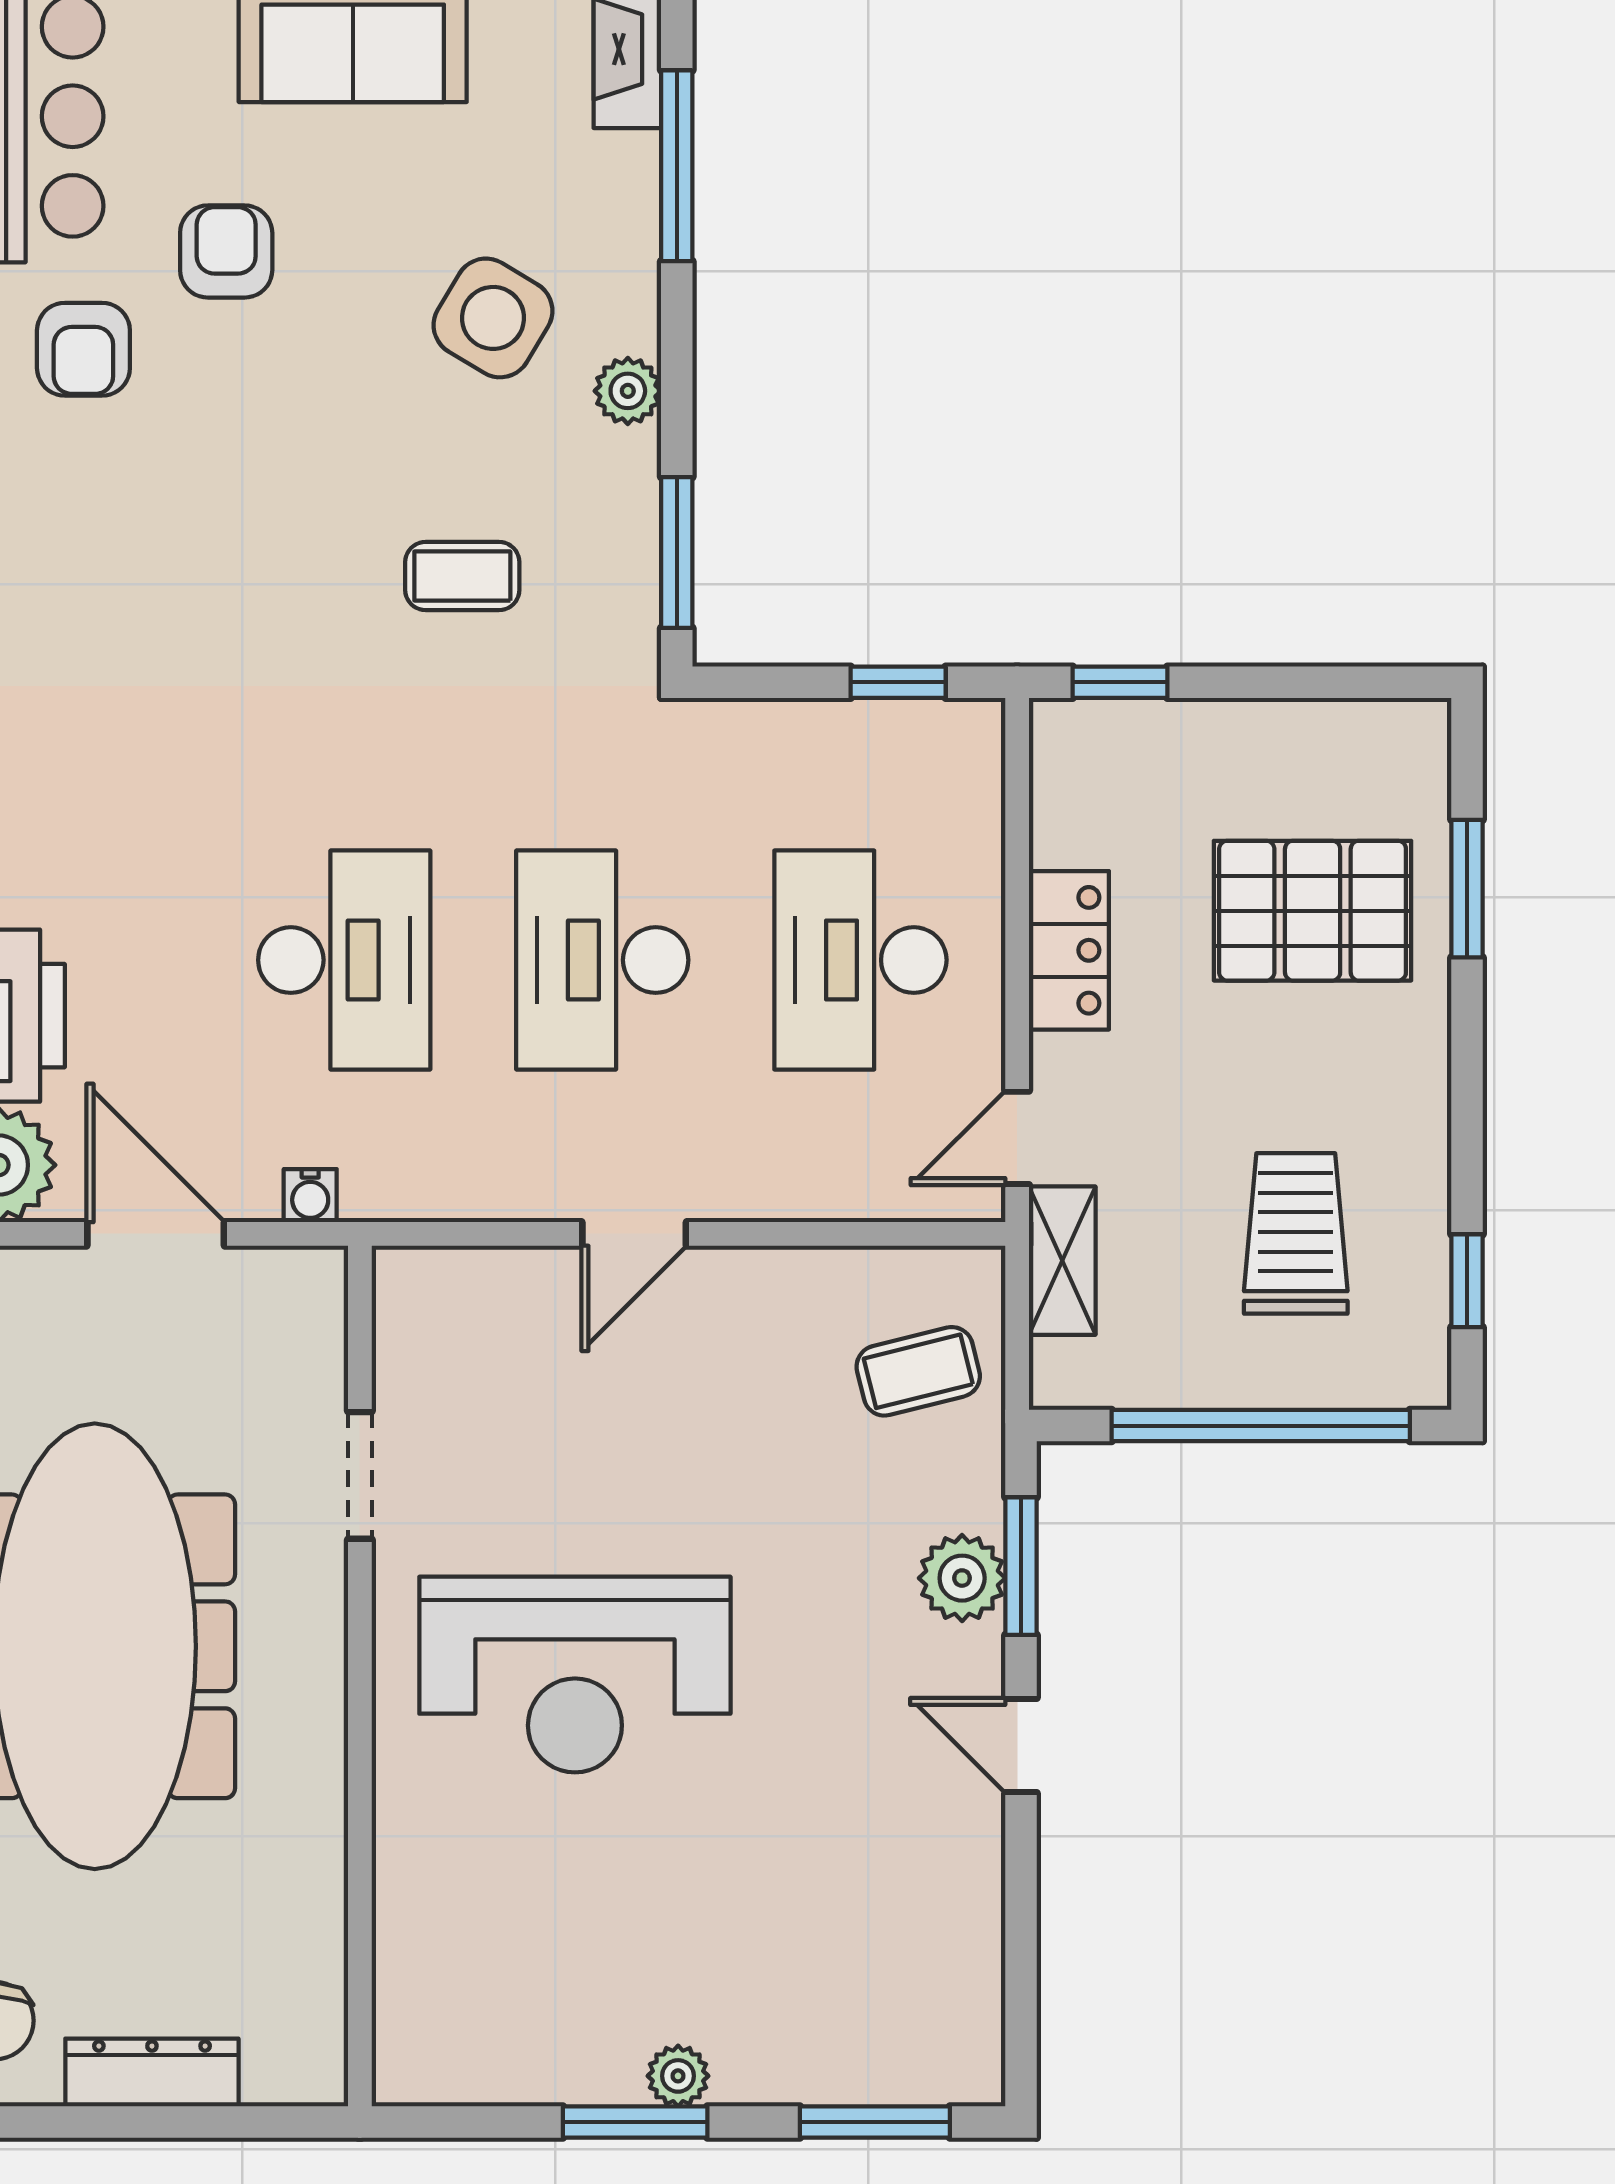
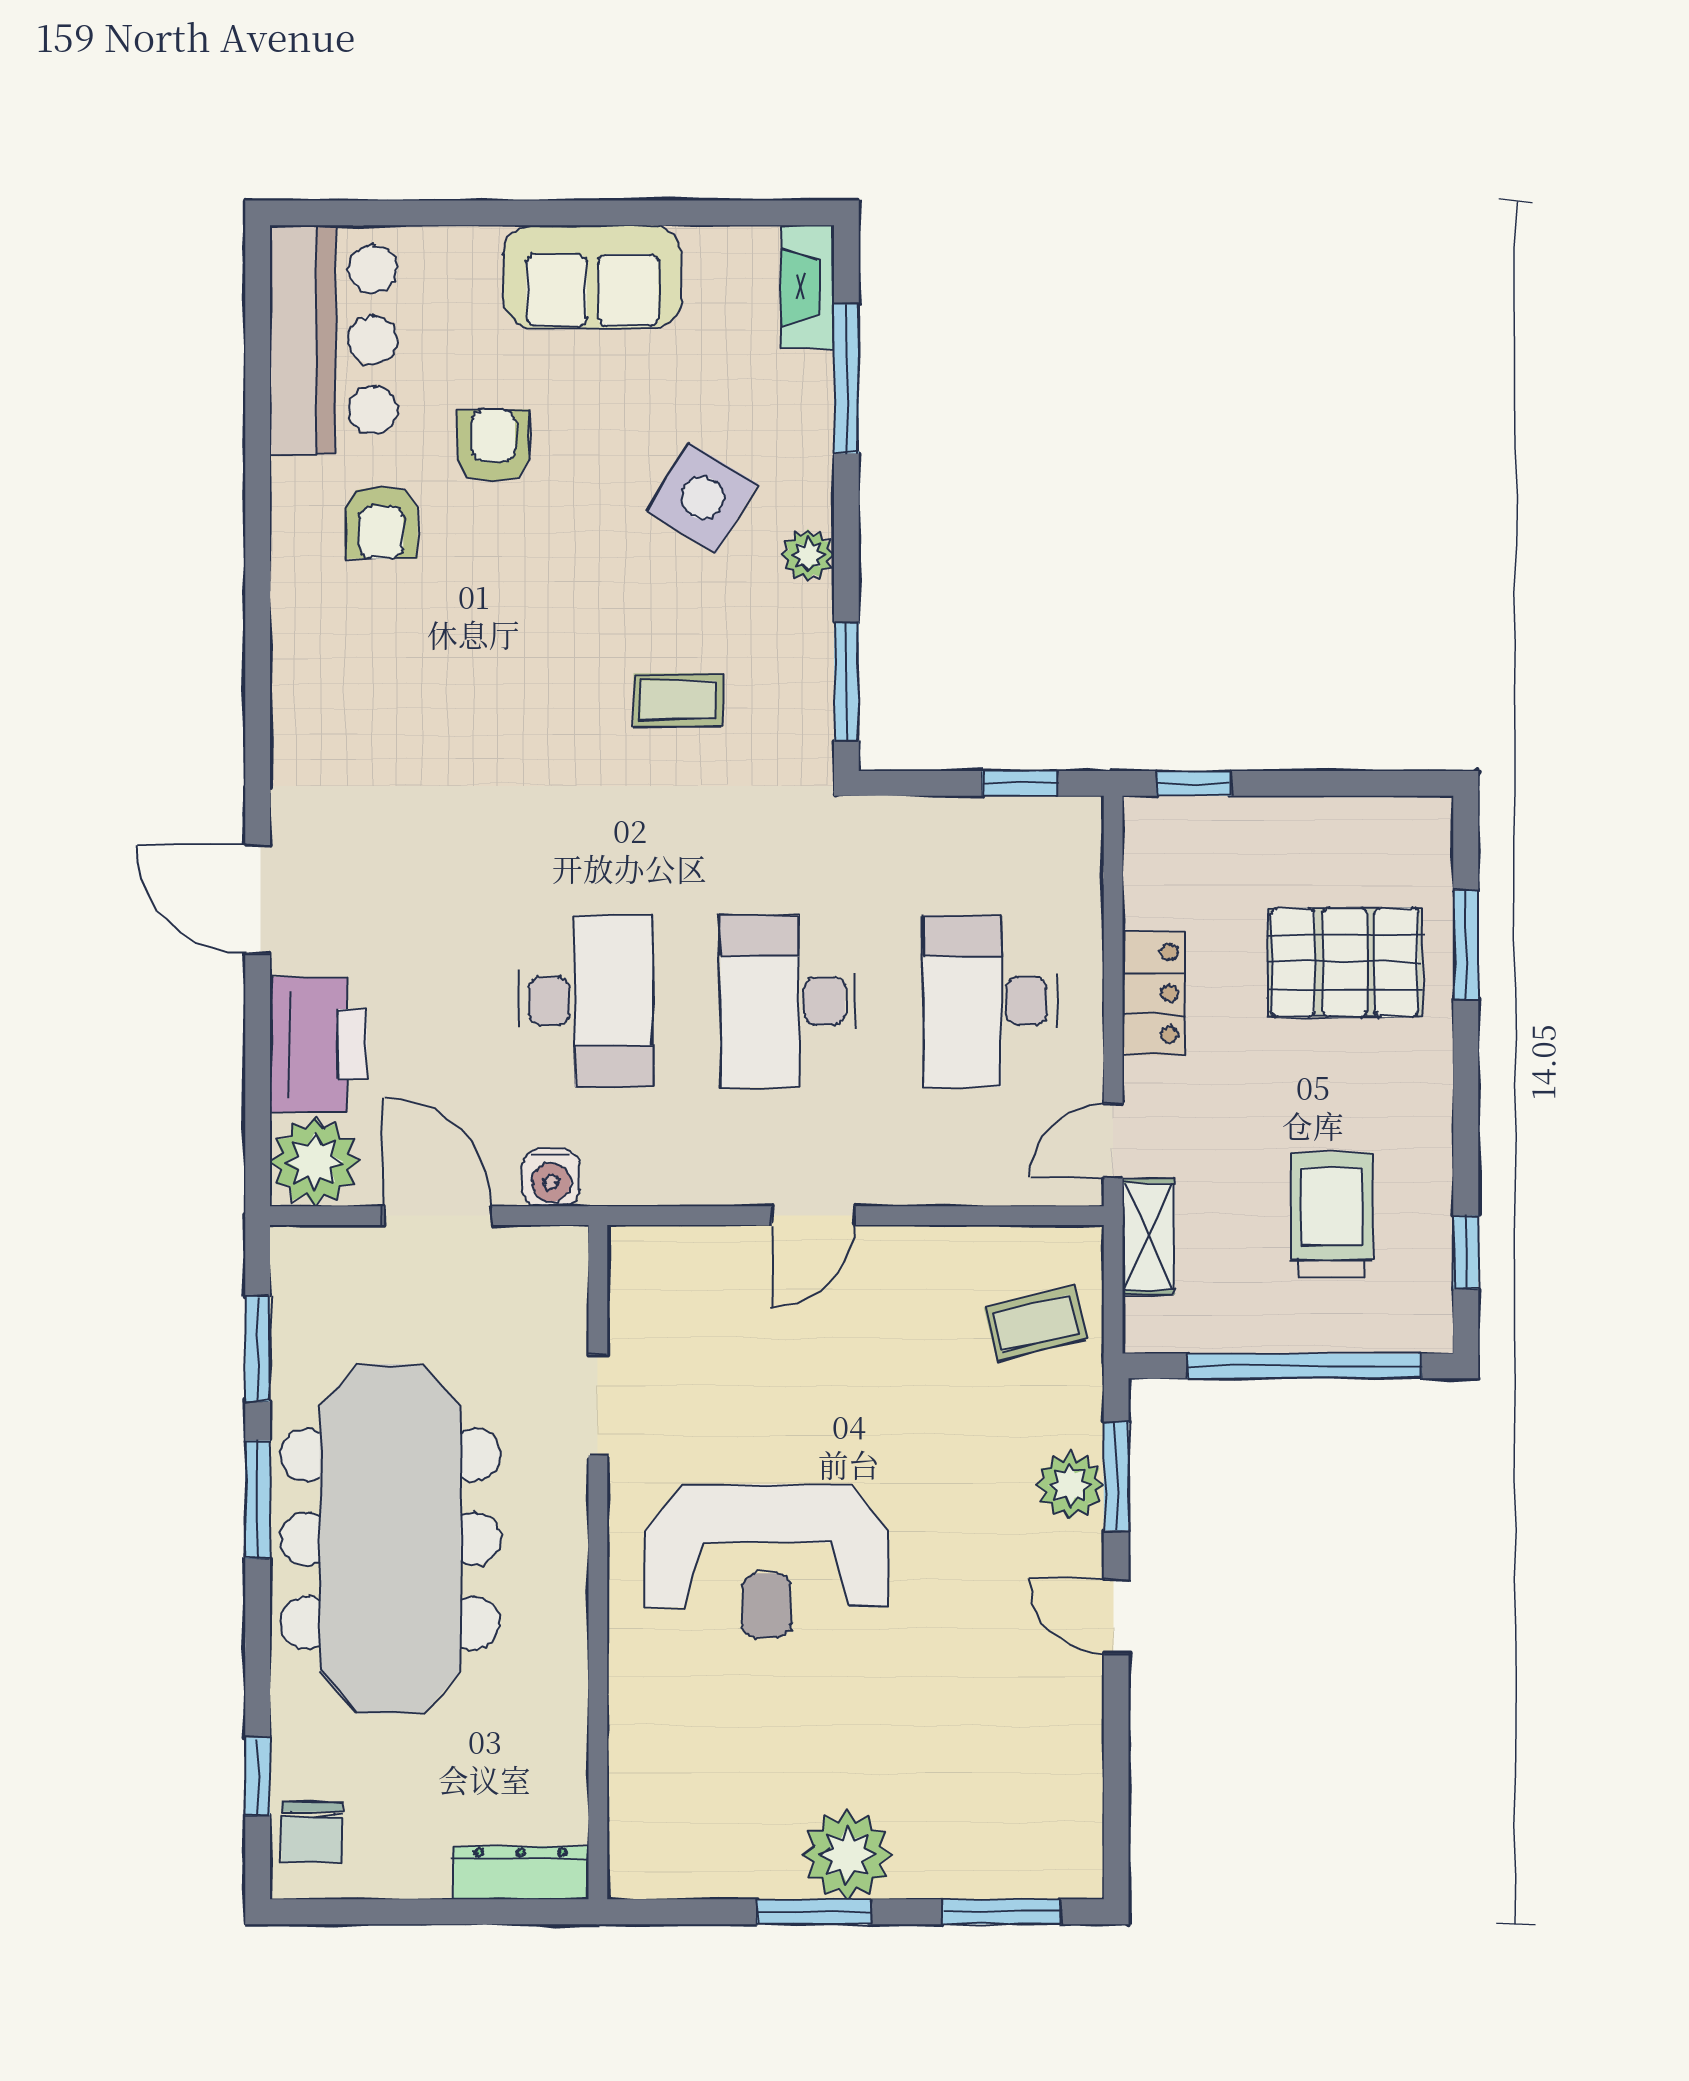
water cooler: (310, 1196) -> (551, 1178), width x1.38, depth x1.38
dresser: (152, 2072) -> (521, 1873), moved
plant: (678, 2076) -> (847, 1855), width x1.87, depth x1.87

